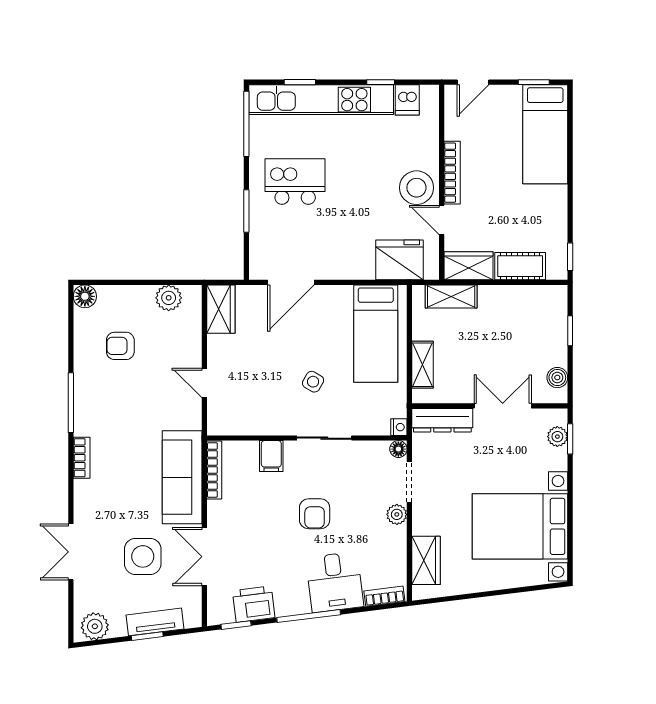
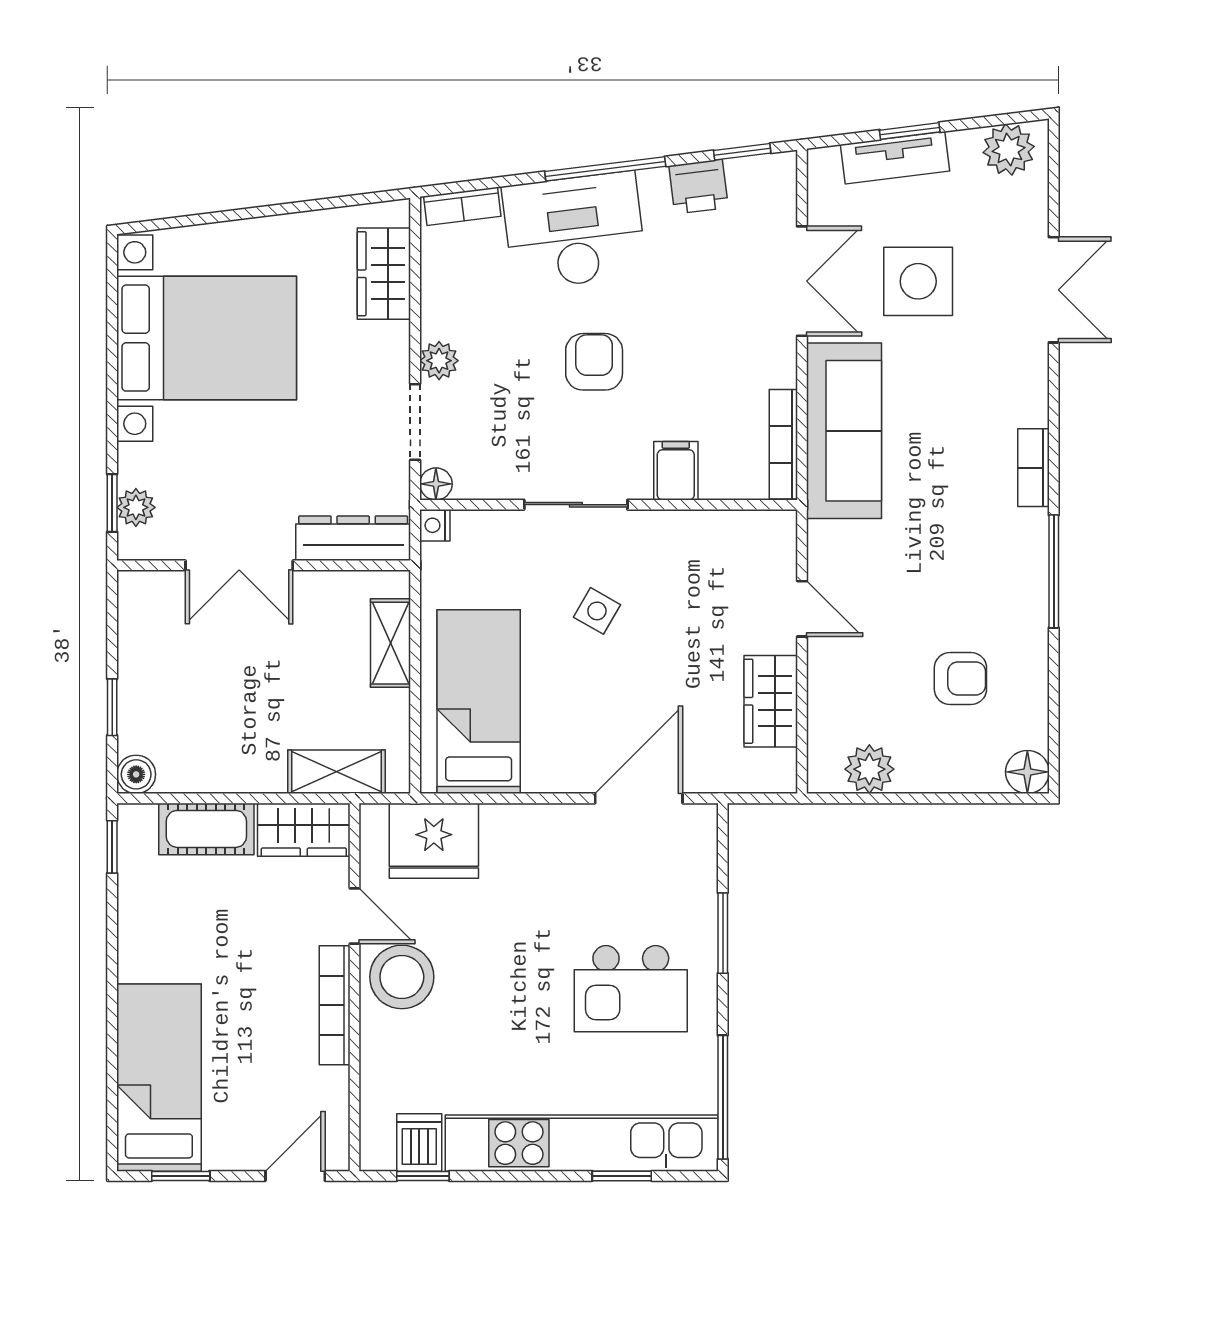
window: (381, 82) -> (423, 1176), moved
wardrobe: (221, 309) -> (771, 701), moved
boiler: (557, 378) -> (136, 774), moved
desk: (335, 582) -> (574, 231), width x1.37
printer: (254, 604) -> (699, 187), width x0.73, depth x0.81

